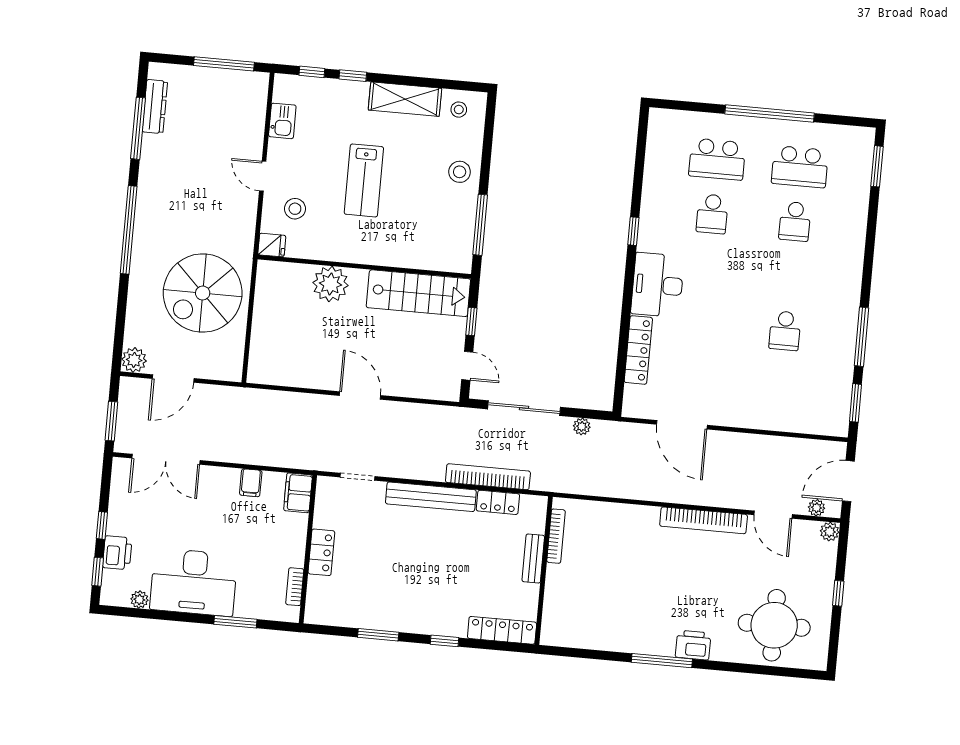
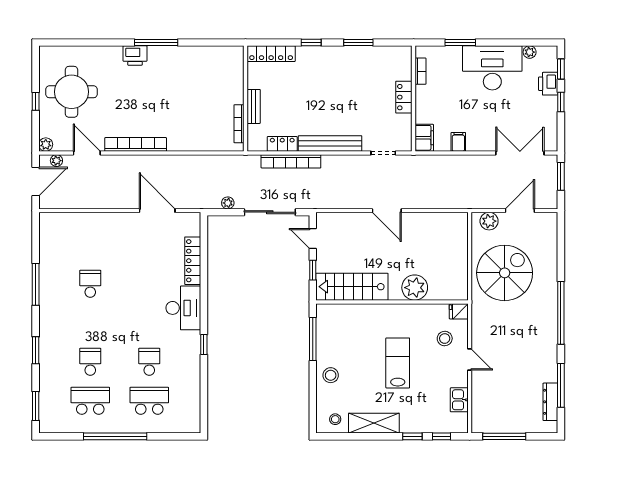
plant: (134, 360) -> (489, 221), moved
window: (855, 403) -> (36, 350), moved
round table: (774, 625) -> (72, 92), moved

